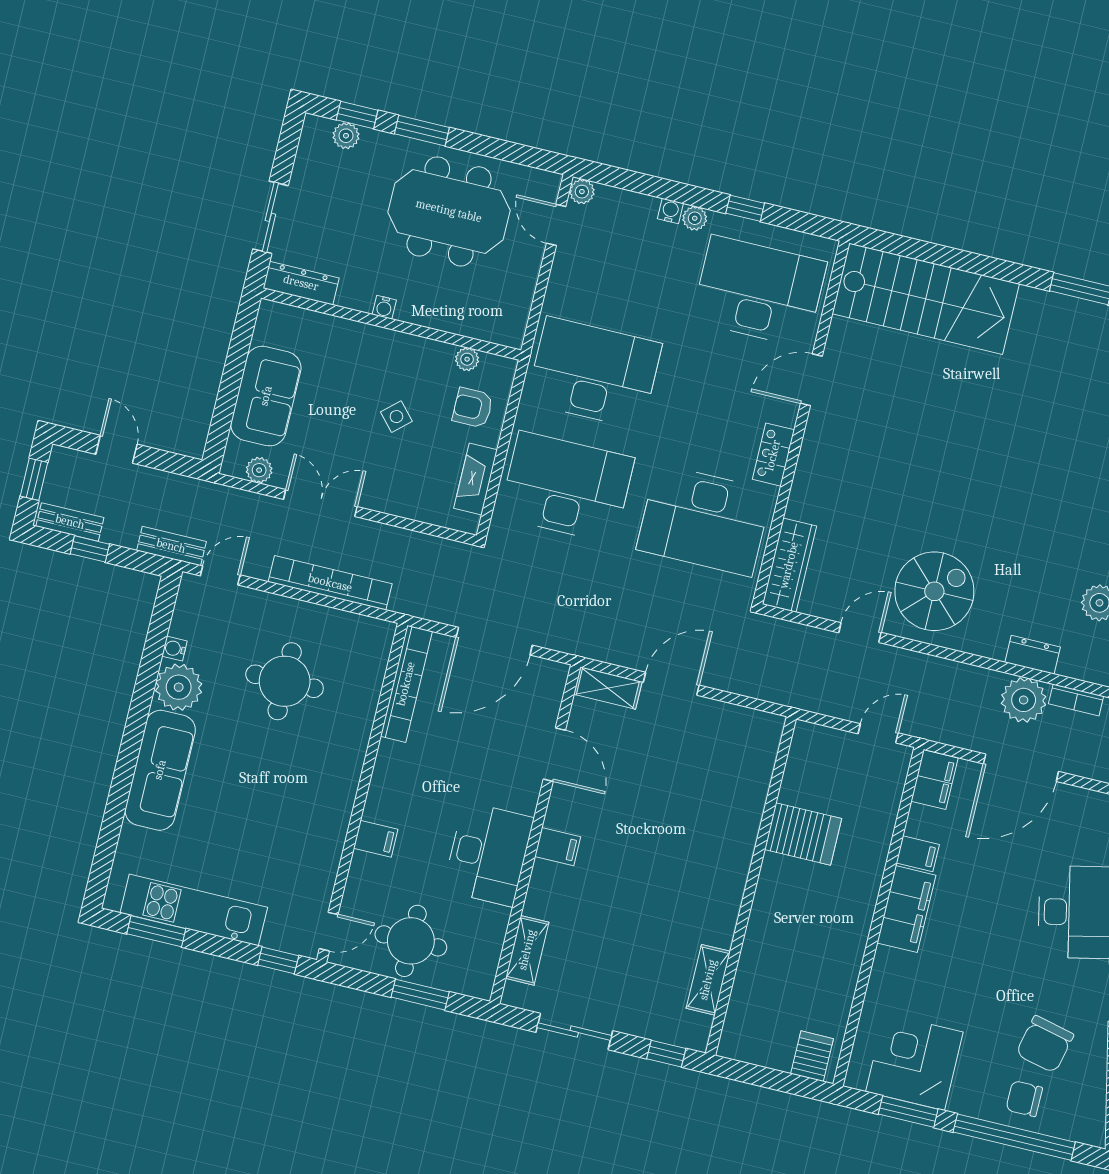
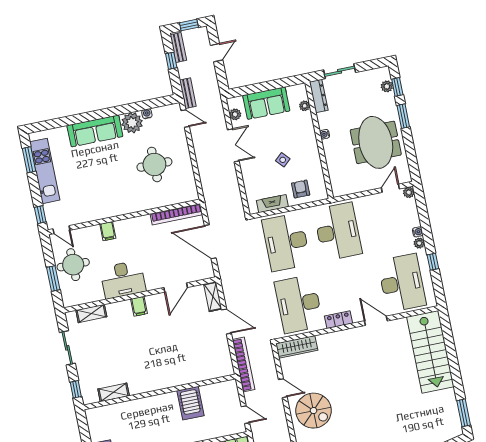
plant: (467, 359) -> (305, 106), moved
desk: (567, 487) -> (286, 242), turned 180
bookcase: (330, 583) -> (244, 364), moved

